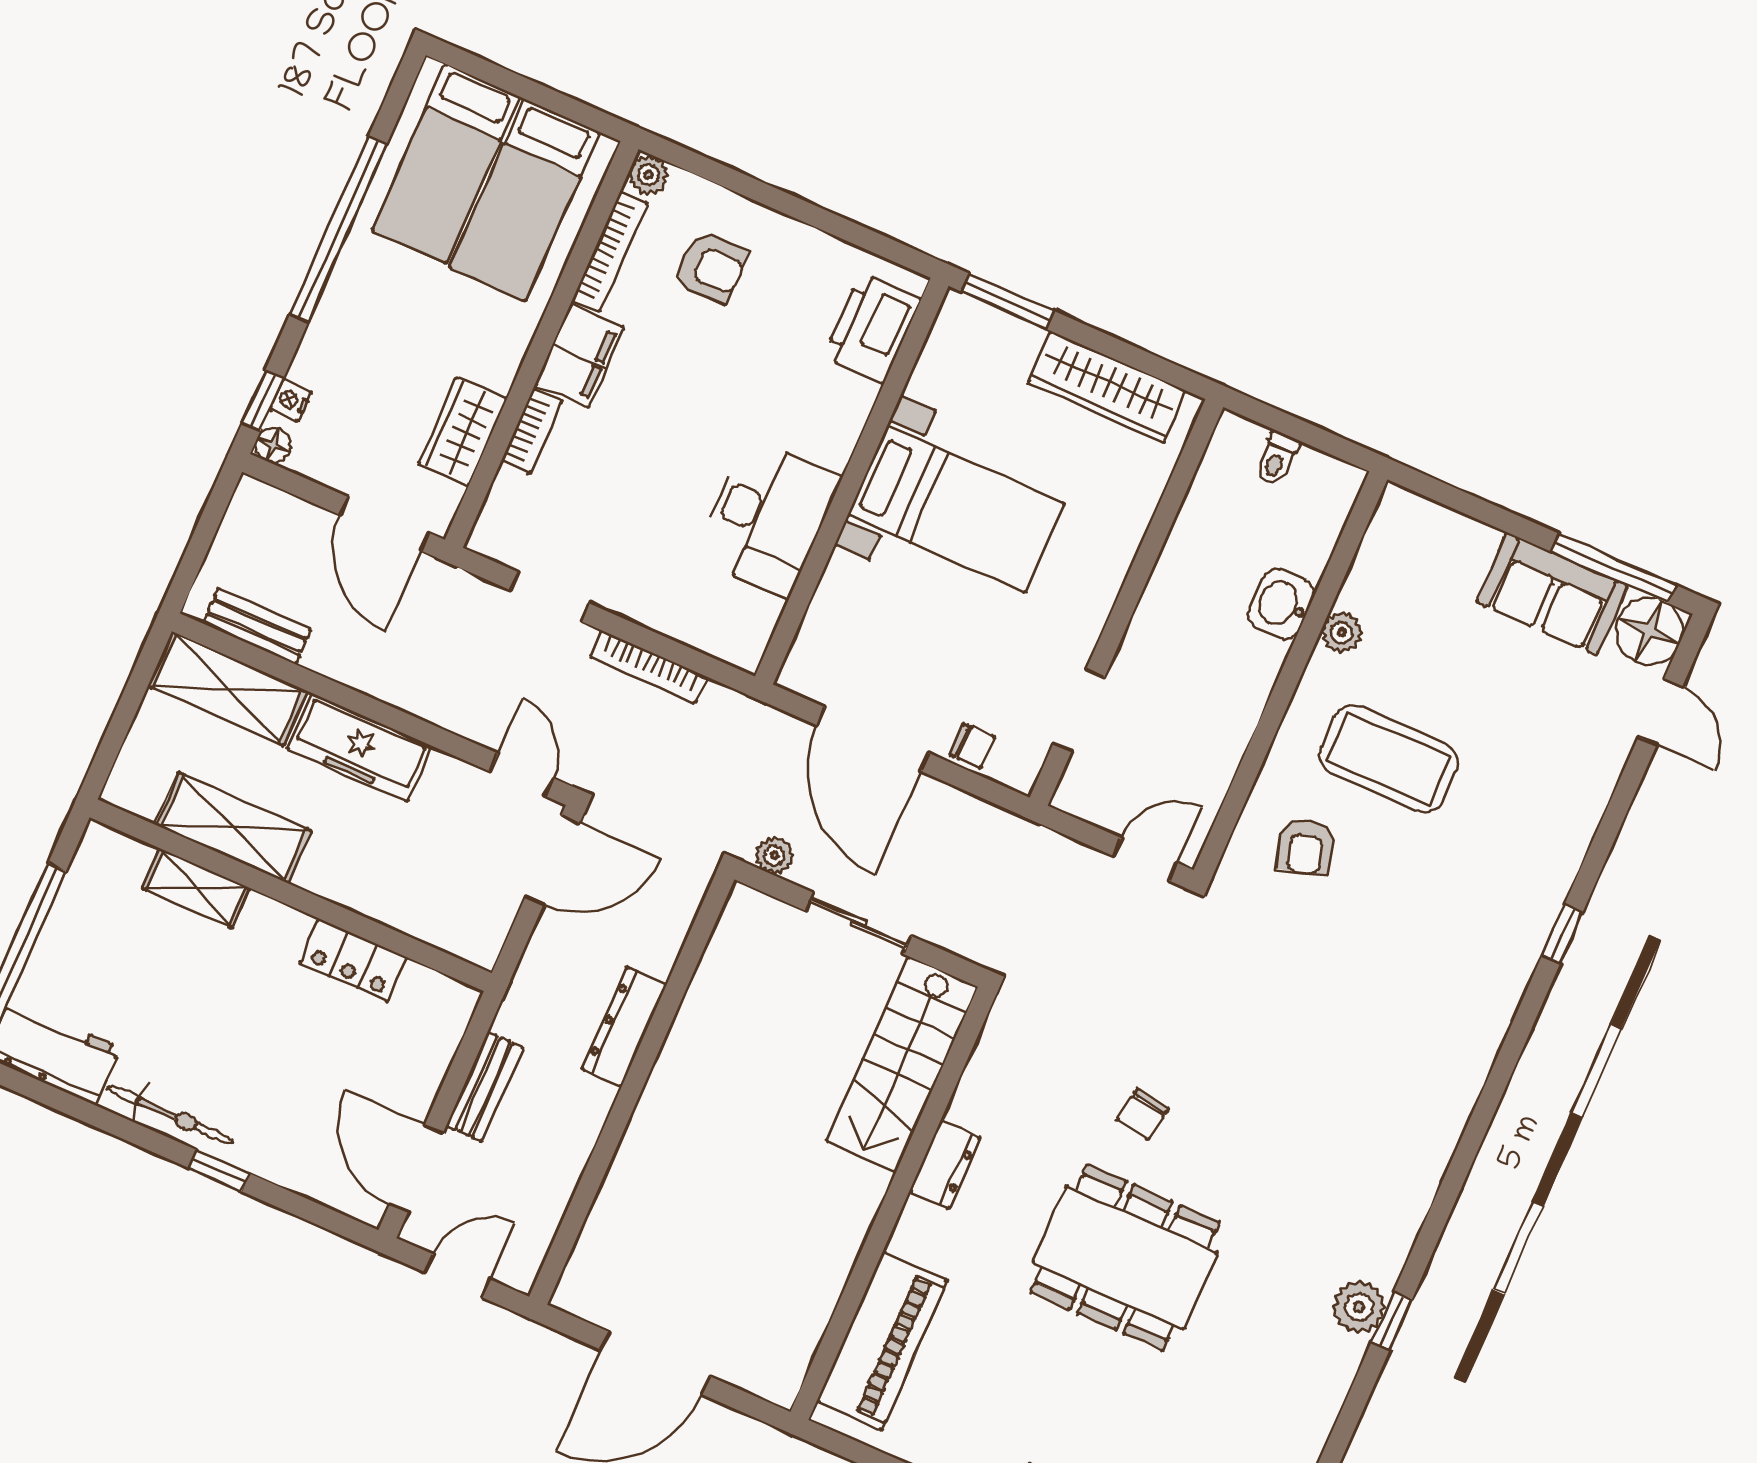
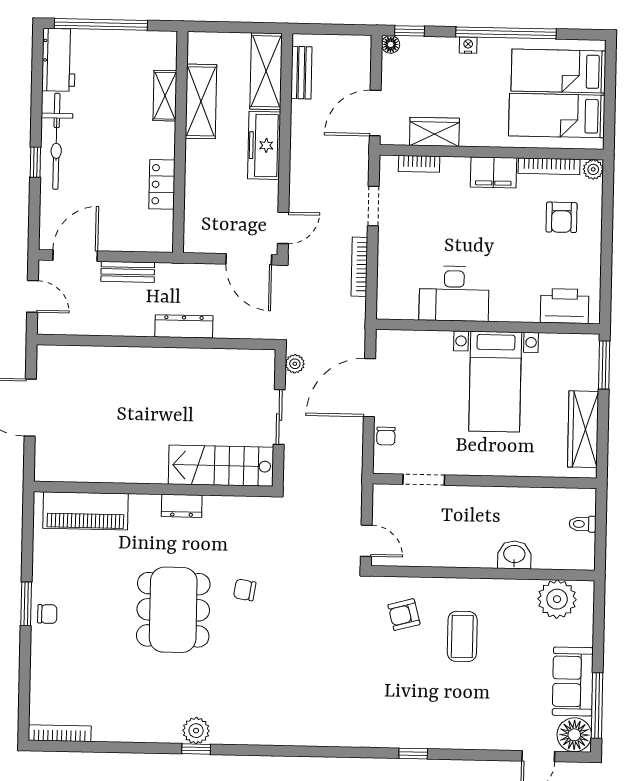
nightstand: (291, 400) -> (468, 45), moved
bookcase: (532, 431) -> (419, 164), moved
plant: (1342, 633) -> (557, 599), moved, width x1.88, depth x1.88
coffee table: (1389, 759) -> (462, 636), width x0.73, depth x0.76
bicycle: (170, 1115) -> (56, 141), width x1.37, depth x1.40

